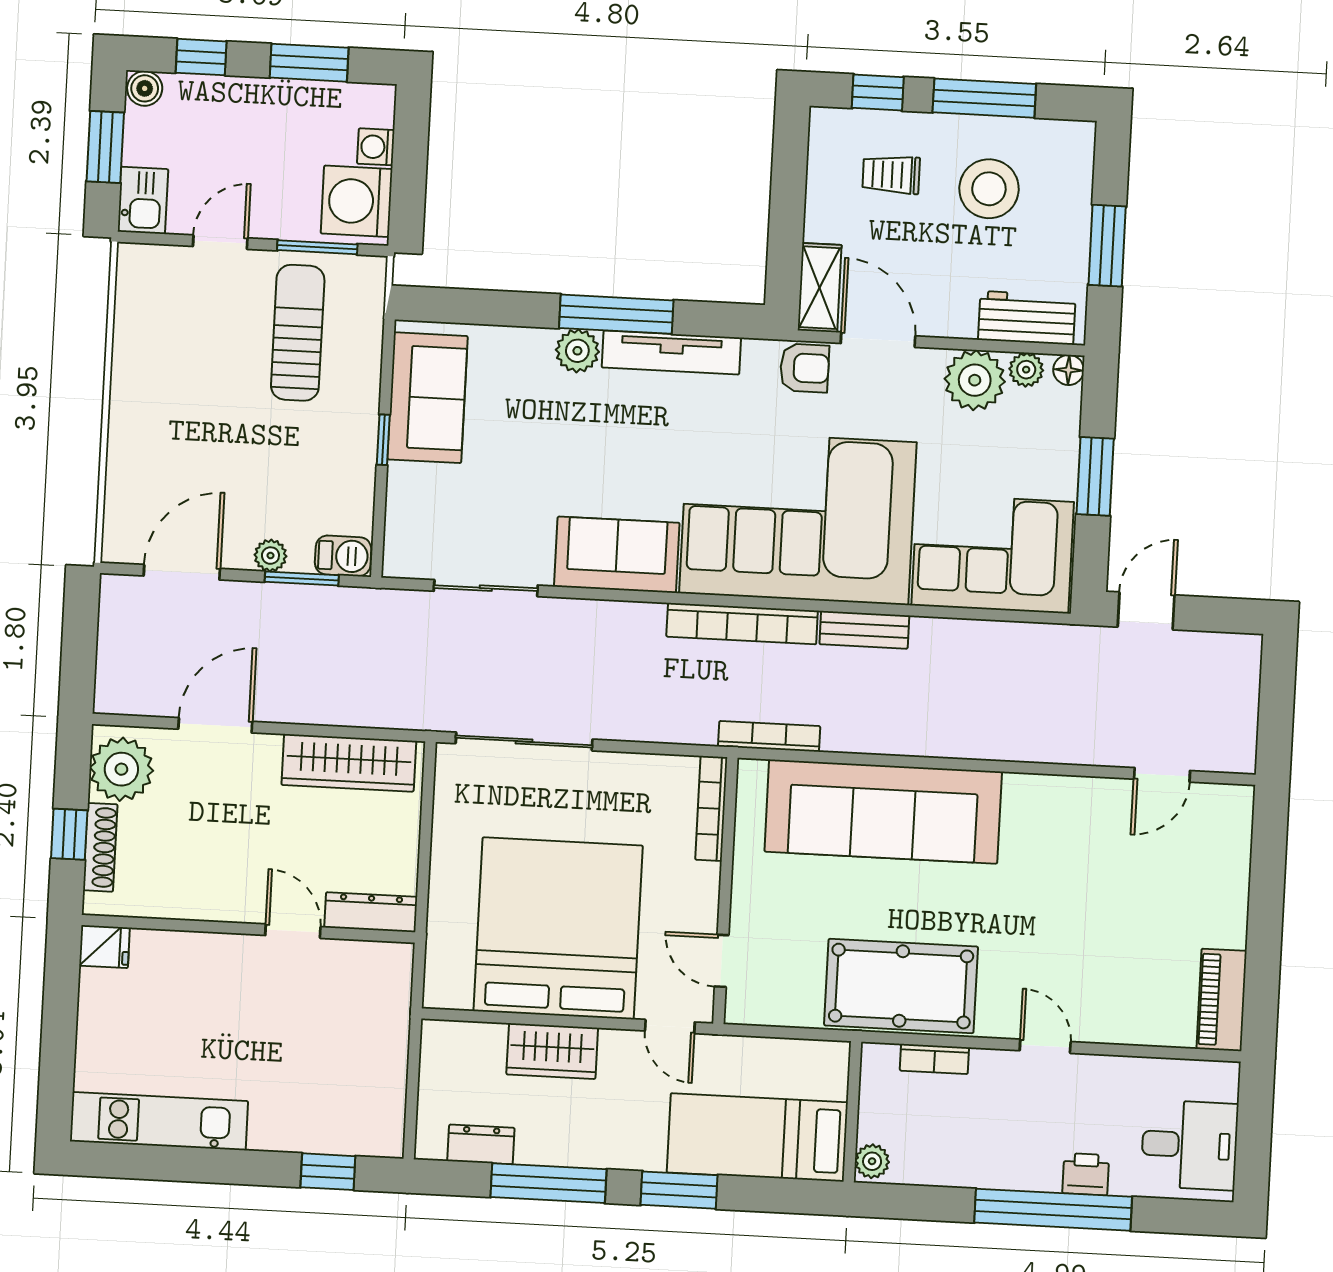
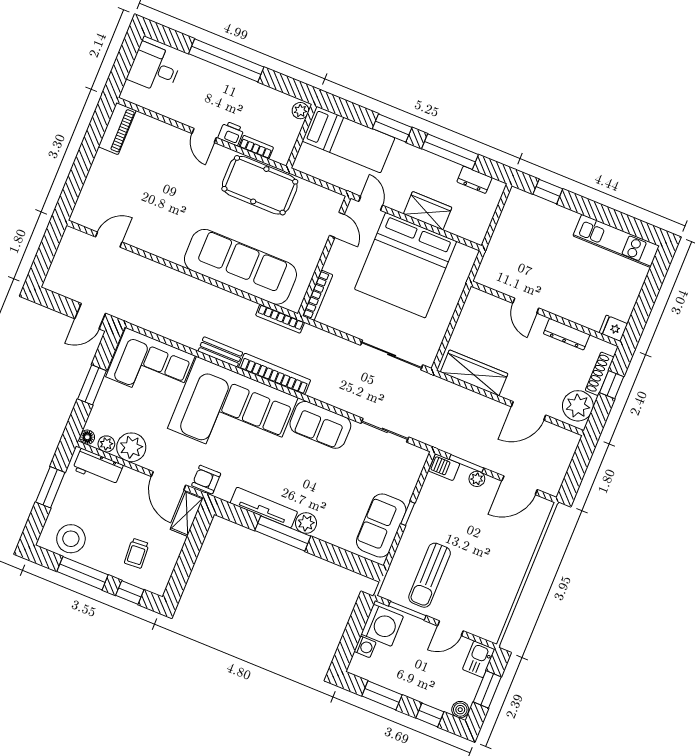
trolley: (891, 175) -> (137, 553), turned 86
stool: (989, 189) -> (71, 539), moved
dresser: (371, 912) -> (567, 334), moved
printer: (1086, 1174) -> (231, 133), moved, turned 180

